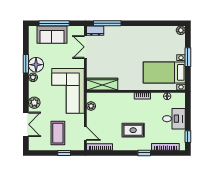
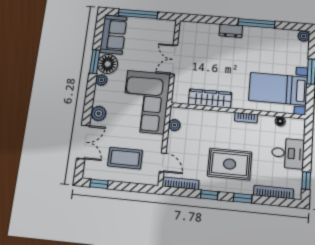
window: (107, 23) -> (256, 23), moved
dresser: (95, 31) -> (231, 31), moved
sofa: (52, 35) -> (113, 35), moved, turned -90
double door: (85, 47) -> (174, 60), moved
wardrobe: (102, 84) -> (210, 98), moved
rug: (133, 130) -> (230, 164), width x1.36, depth x1.43
coffee table: (58, 133) -> (125, 158), turned 90
window: (64, 153) -> (99, 184), moved
window: (121, 153) -> (209, 195), added

